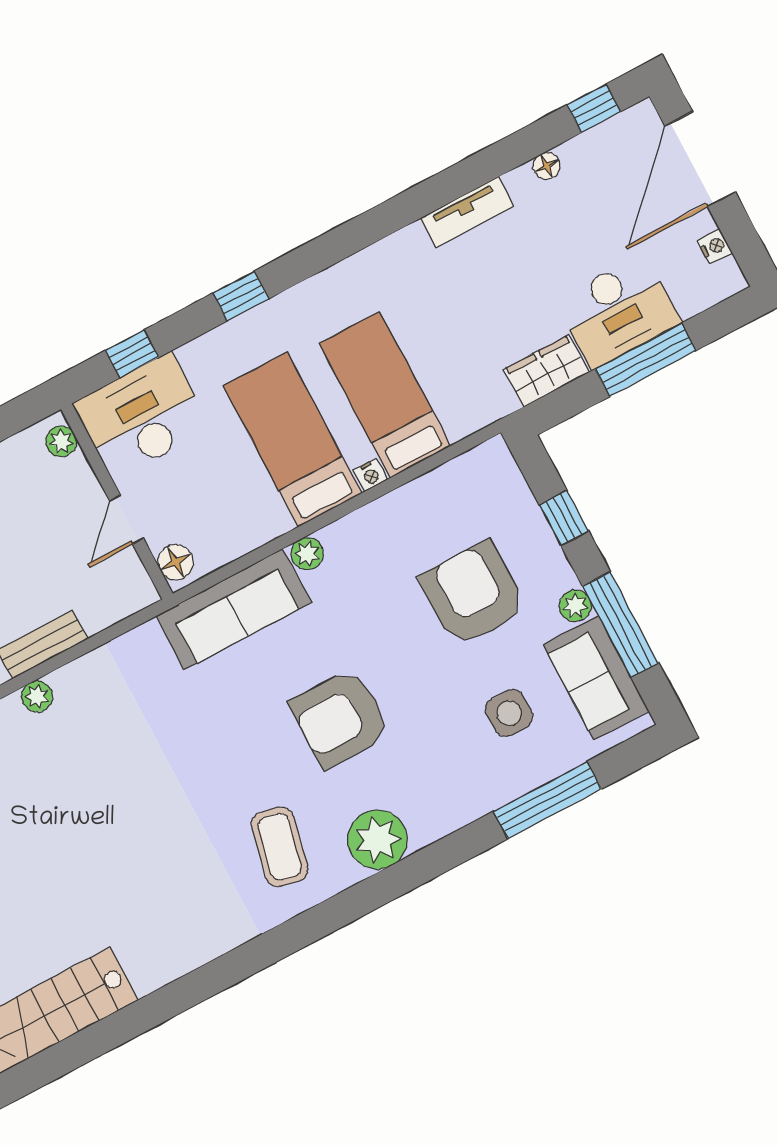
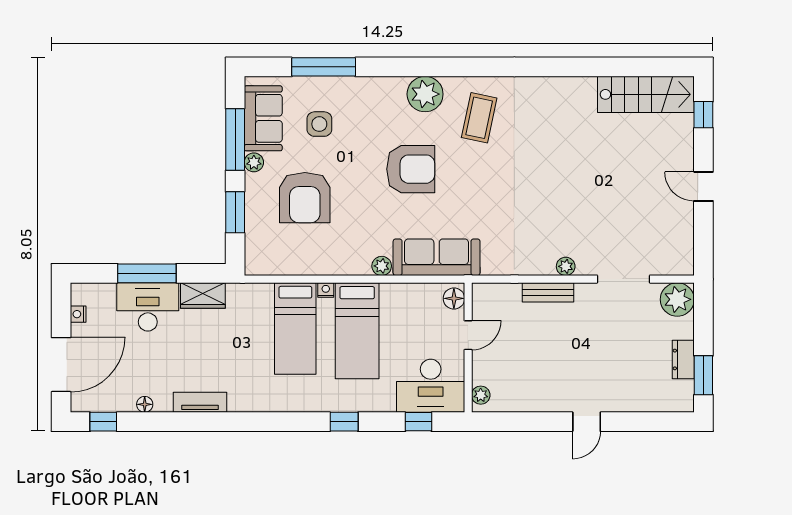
window: (564, 518) -> (235, 212), width x1.50

